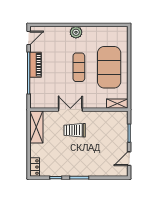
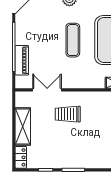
piano: (36, 65) -> (22, 60), moved
double door: (70, 110) -> (47, 90), moved
shelving: (36, 127) -> (23, 126), moved

